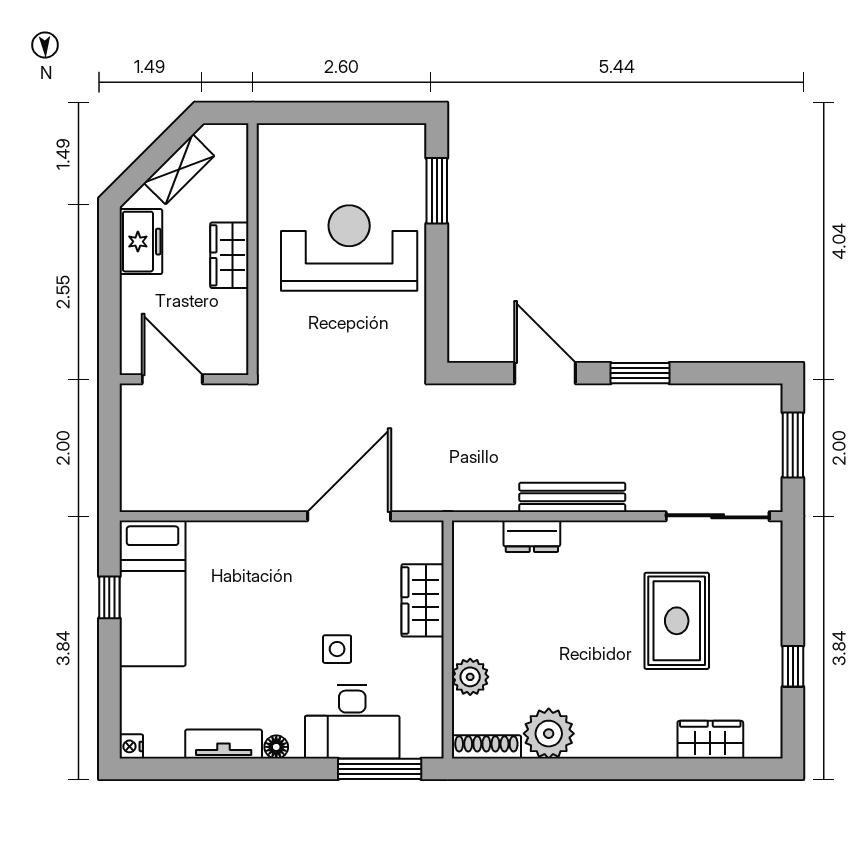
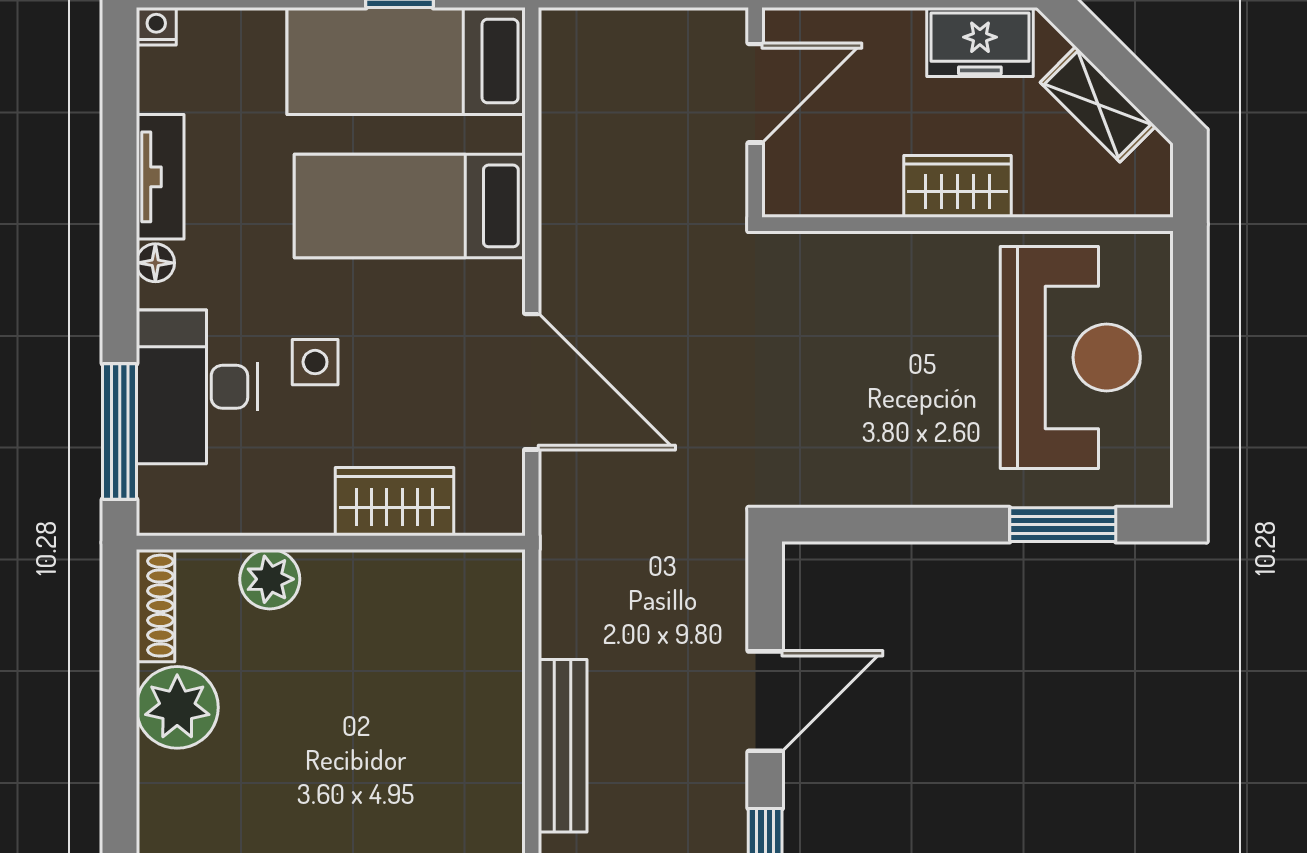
reception desk: (349, 248) -> (1070, 357), moved
dresser: (532, 536) -> (499, 680), removed
bed: (241, 591) -> (410, 206), added

